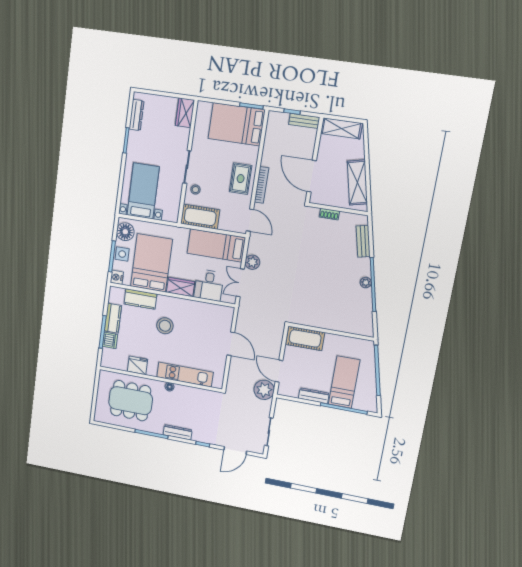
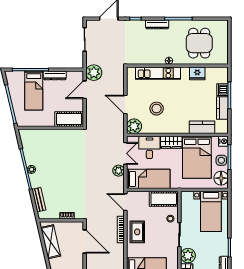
plant: (180, 137) -> (188, 256), added
plant: (224, 315) -> (134, 126), added
stool: (165, 326) -> (157, 109), moved
door: (279, 371) -> (85, 90), swing flipped
dining table: (131, 401) -> (199, 43), width x0.73

